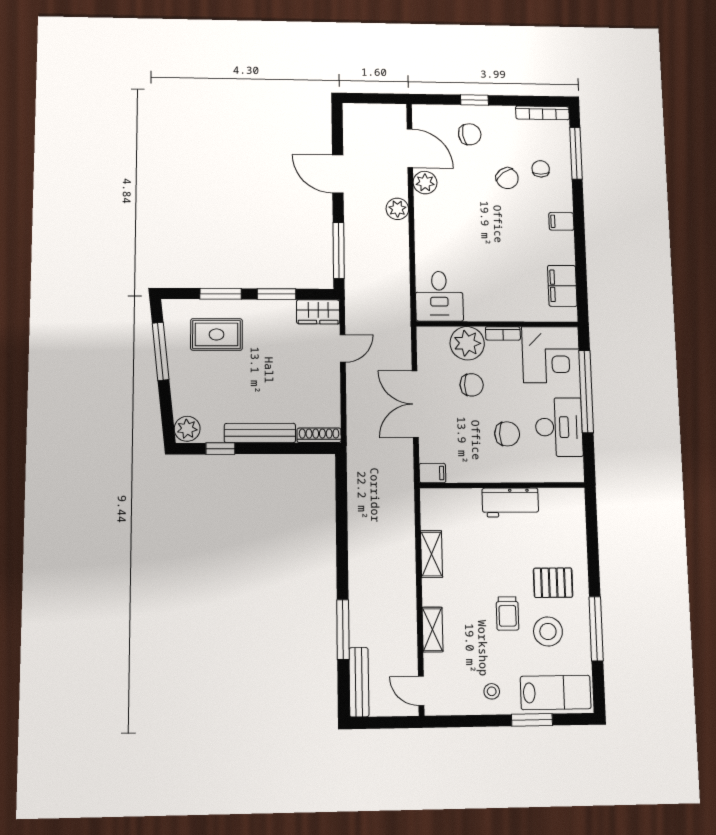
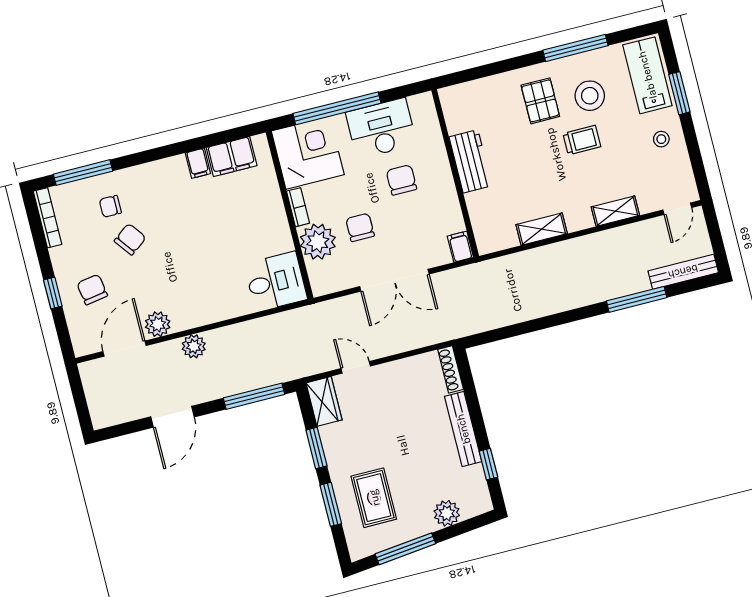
filing cabinet: (561, 221) -> (198, 163), moved
plant: (187, 429) -> (447, 513), moved

